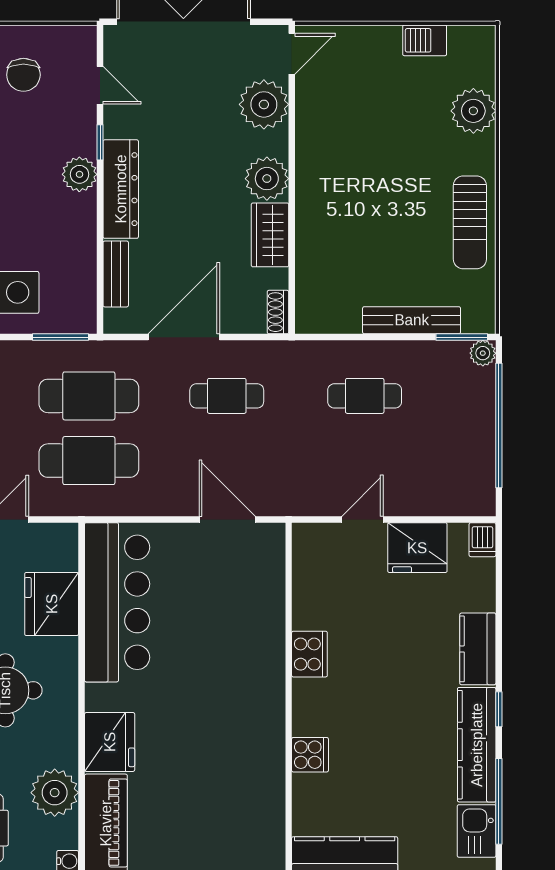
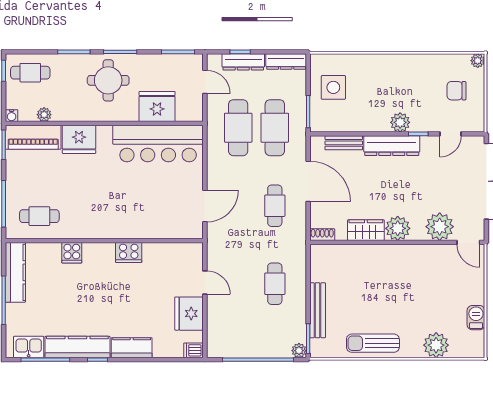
plant: (55, 793) -> (44, 115), width x0.53, depth x0.53
cafe table: (245, 812) -> (39, 216), added

